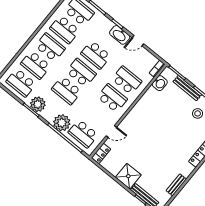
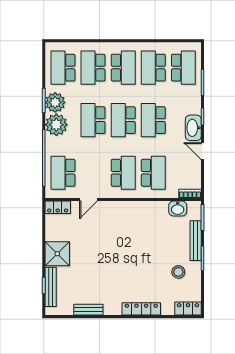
school desk: (81, 73) -> (123, 120), turned 180
plant: (62, 123) -> (56, 125), moved
door: (111, 131) -> (89, 200), hinge flipped

